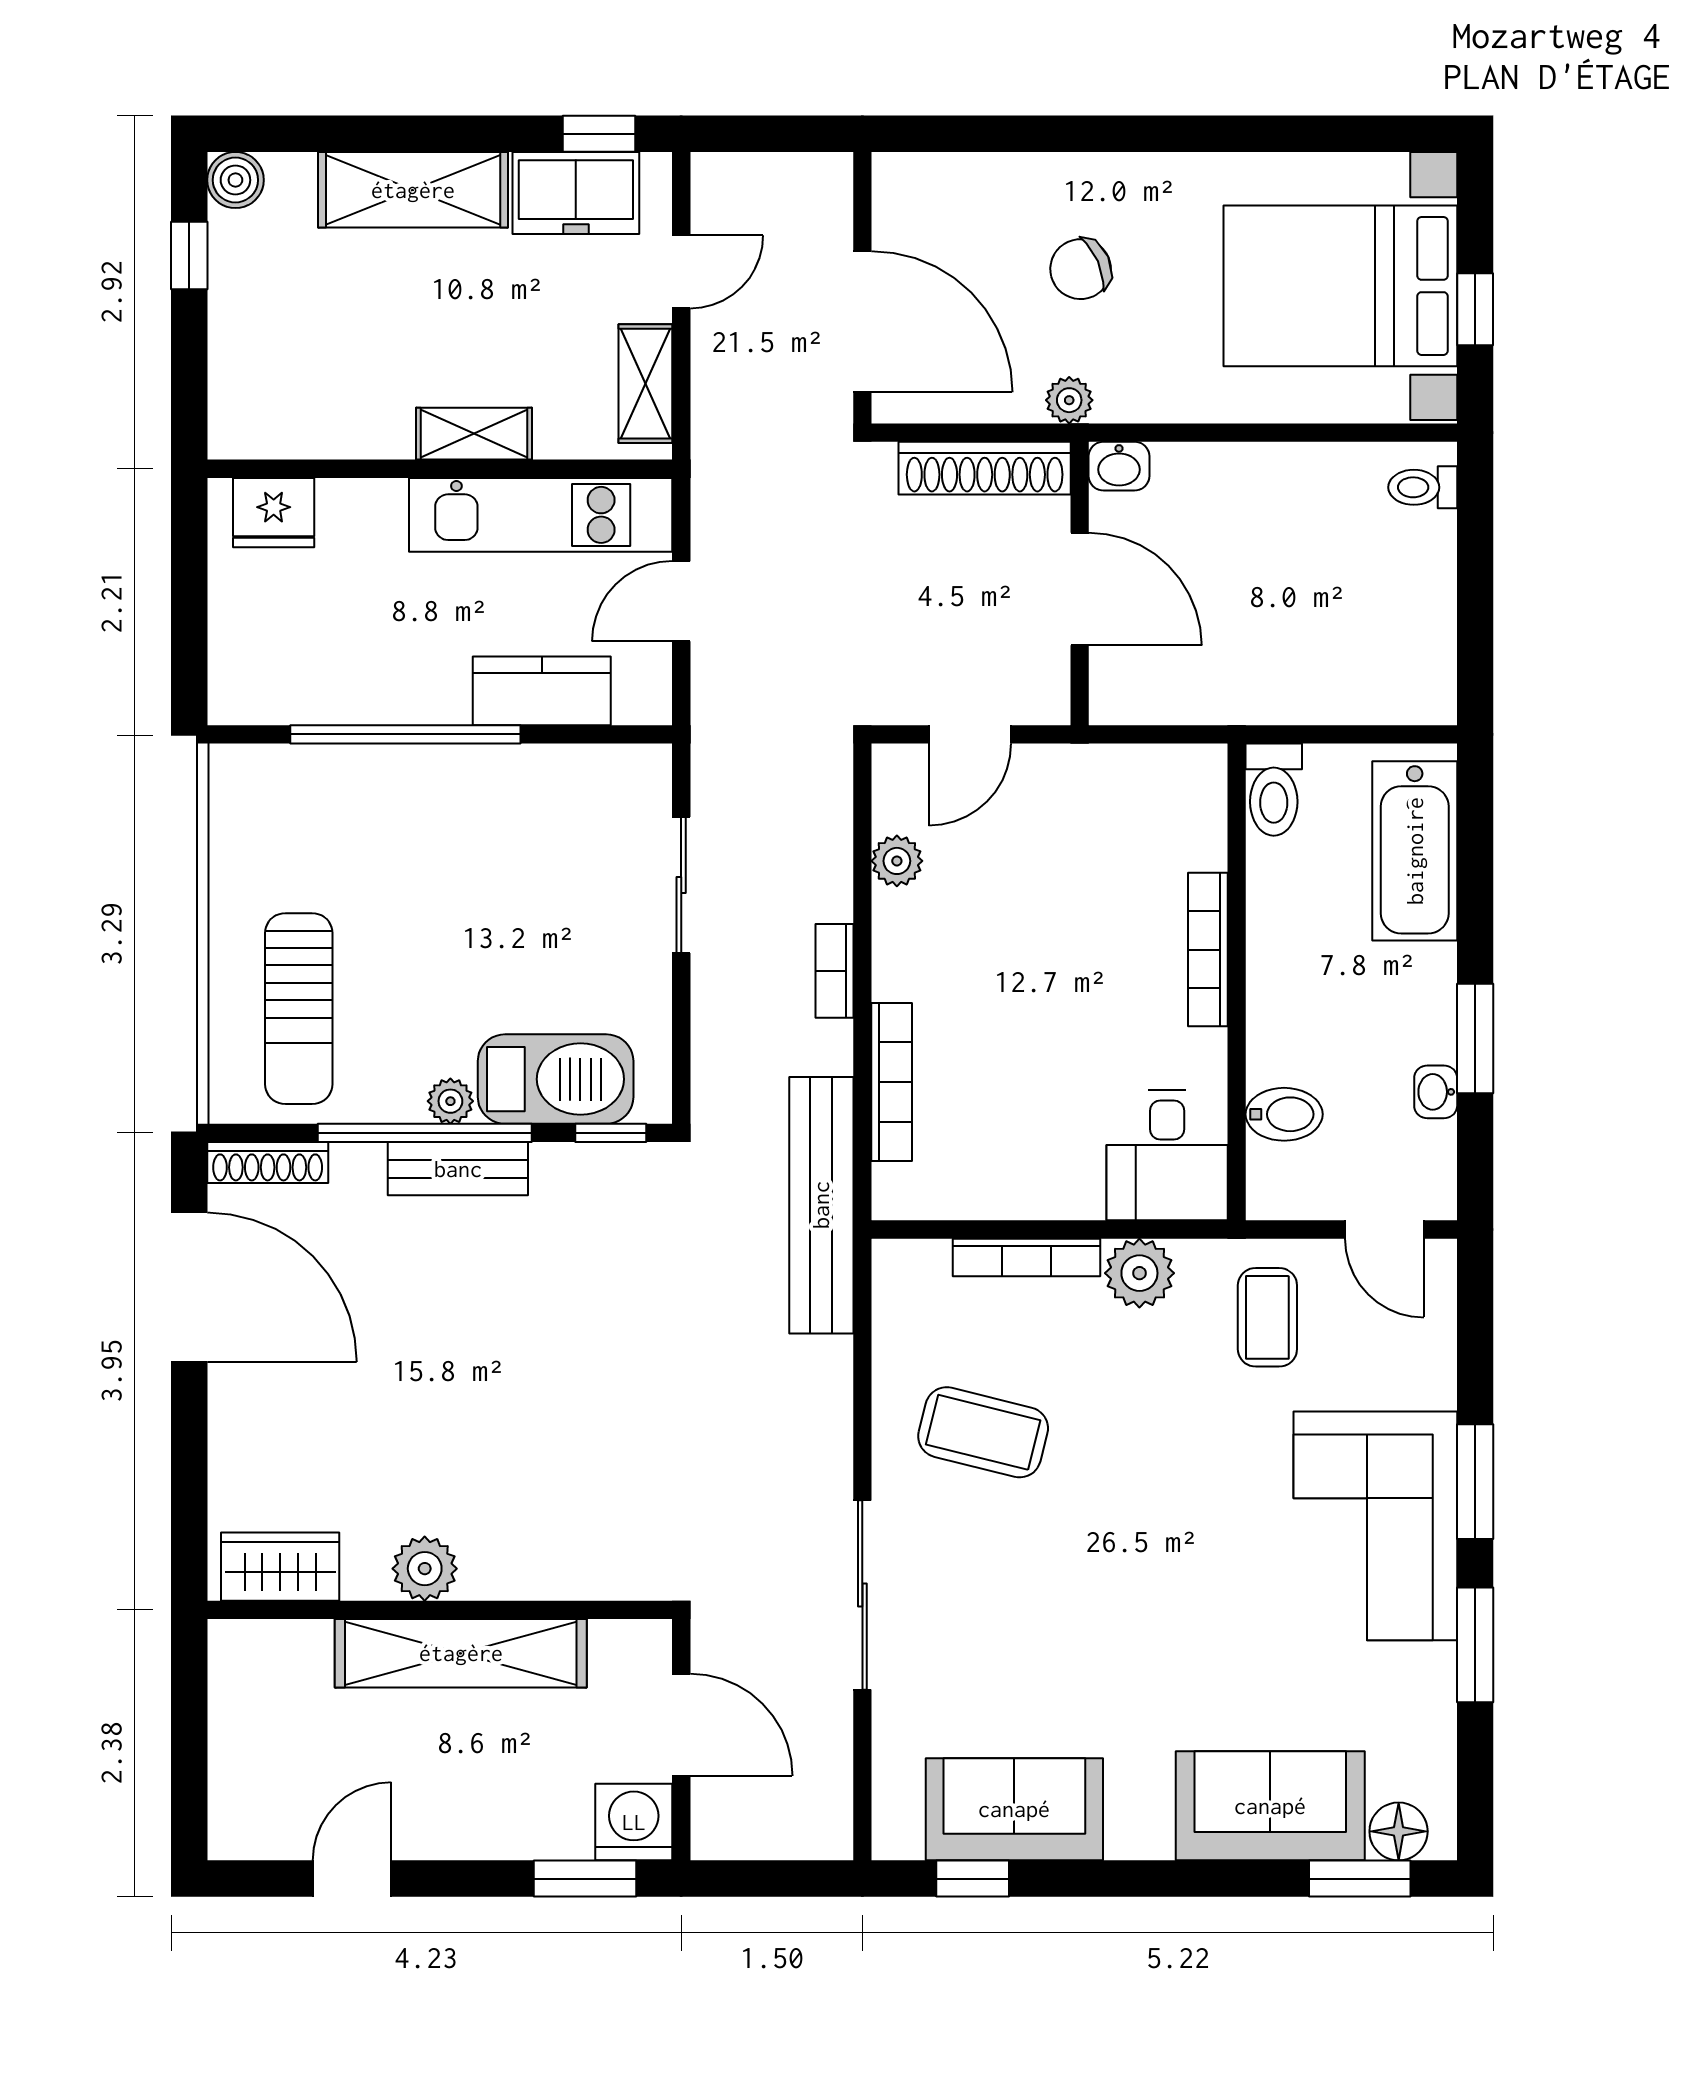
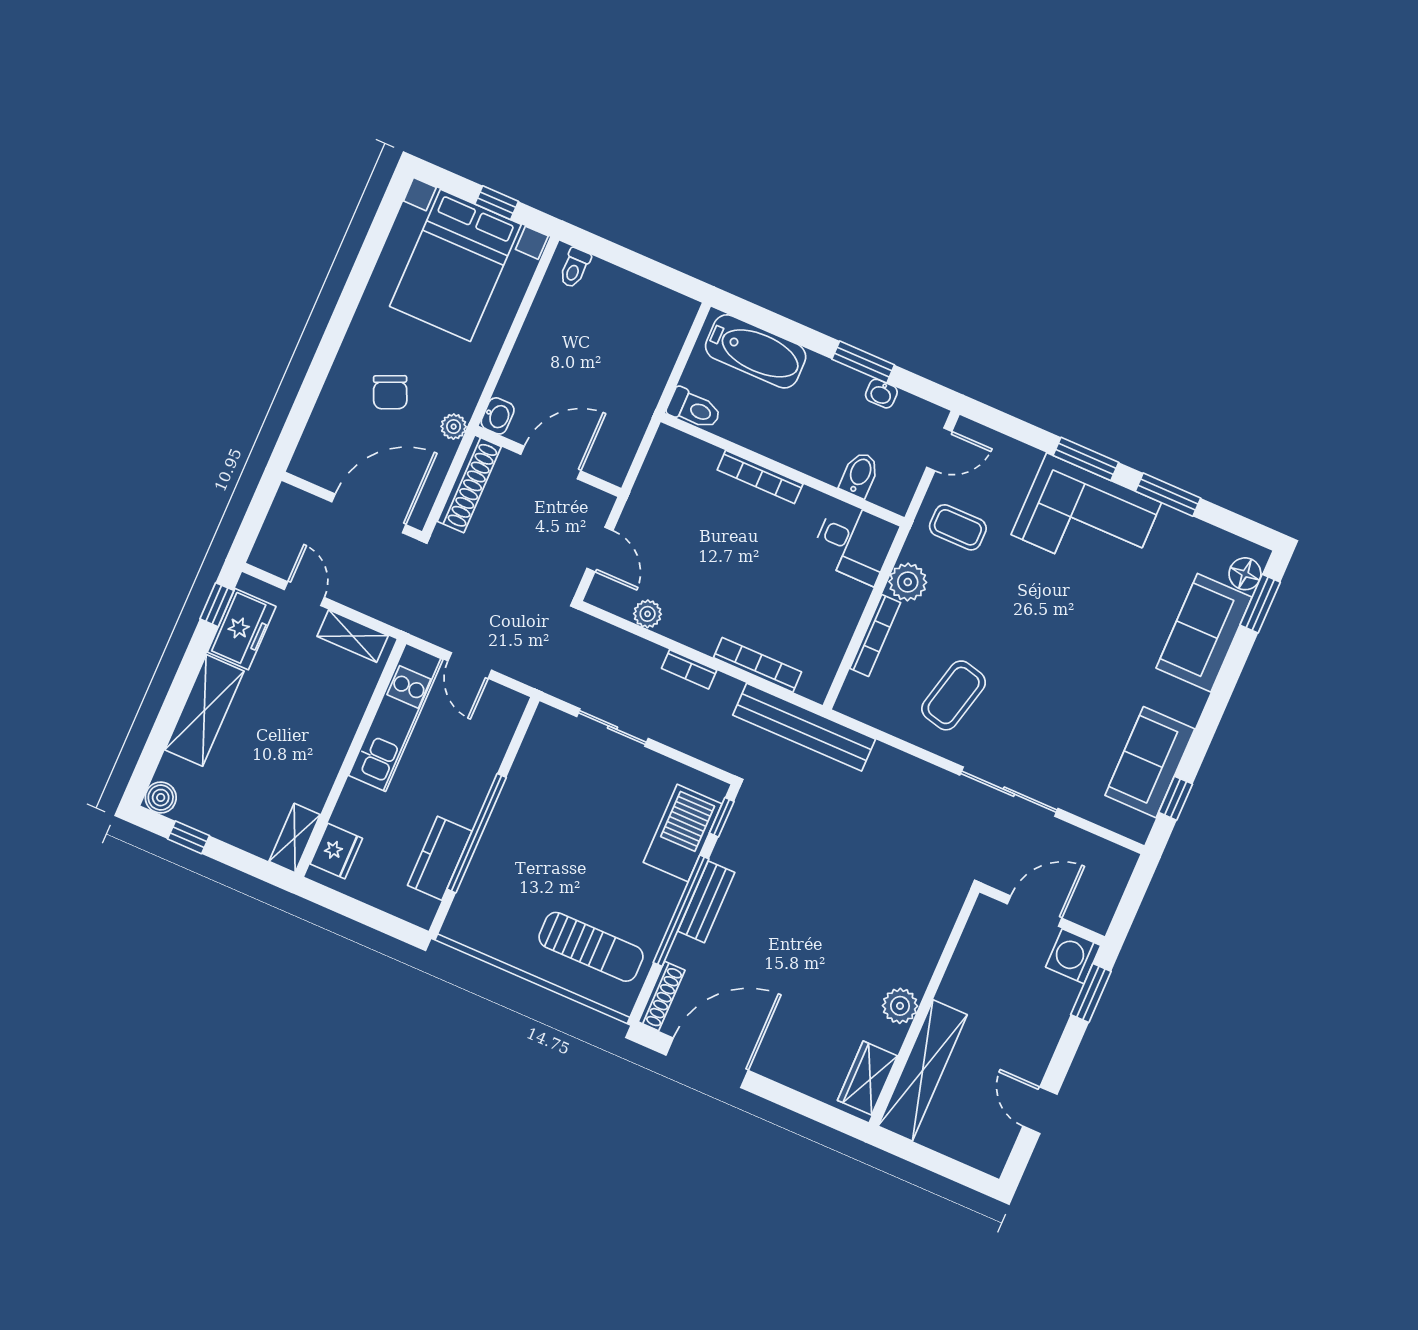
shelving: (474, 434) -> (295, 838), moved
kitchen counter: (542, 691) -> (440, 858), moved
plant: (450, 1101) -> (671, 891), removed
shelving: (461, 1653) -> (923, 1070), moved

